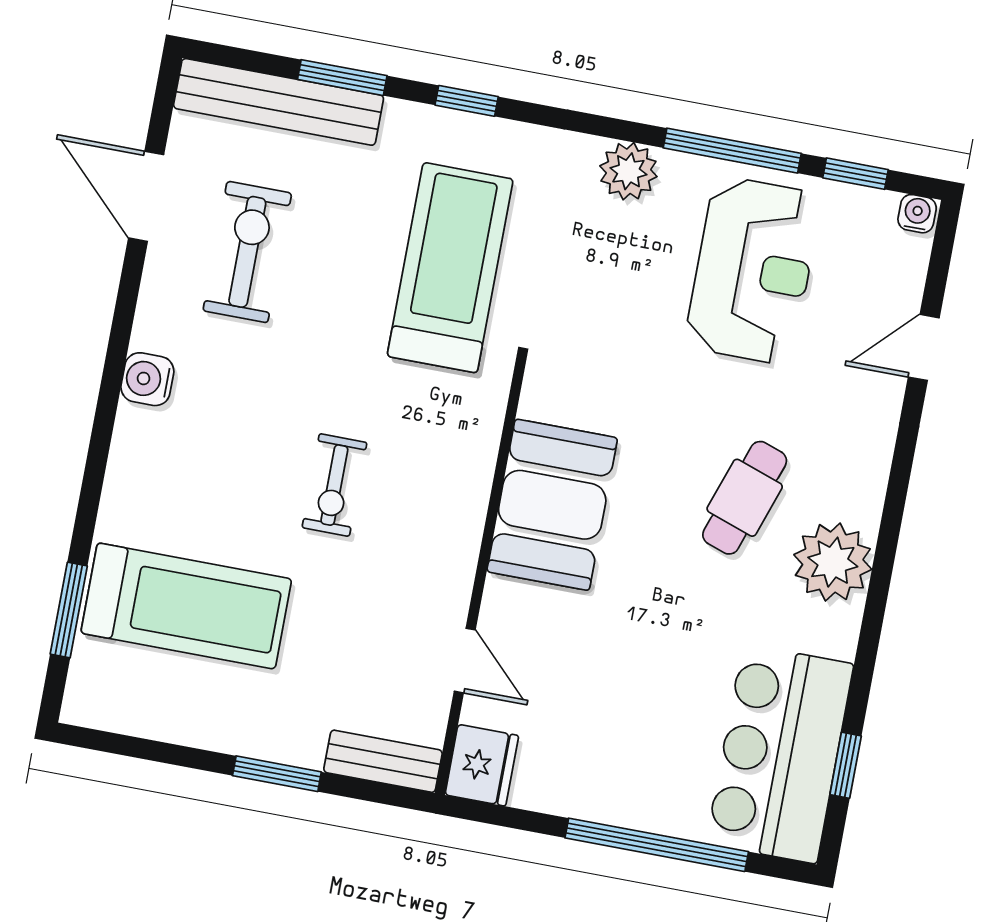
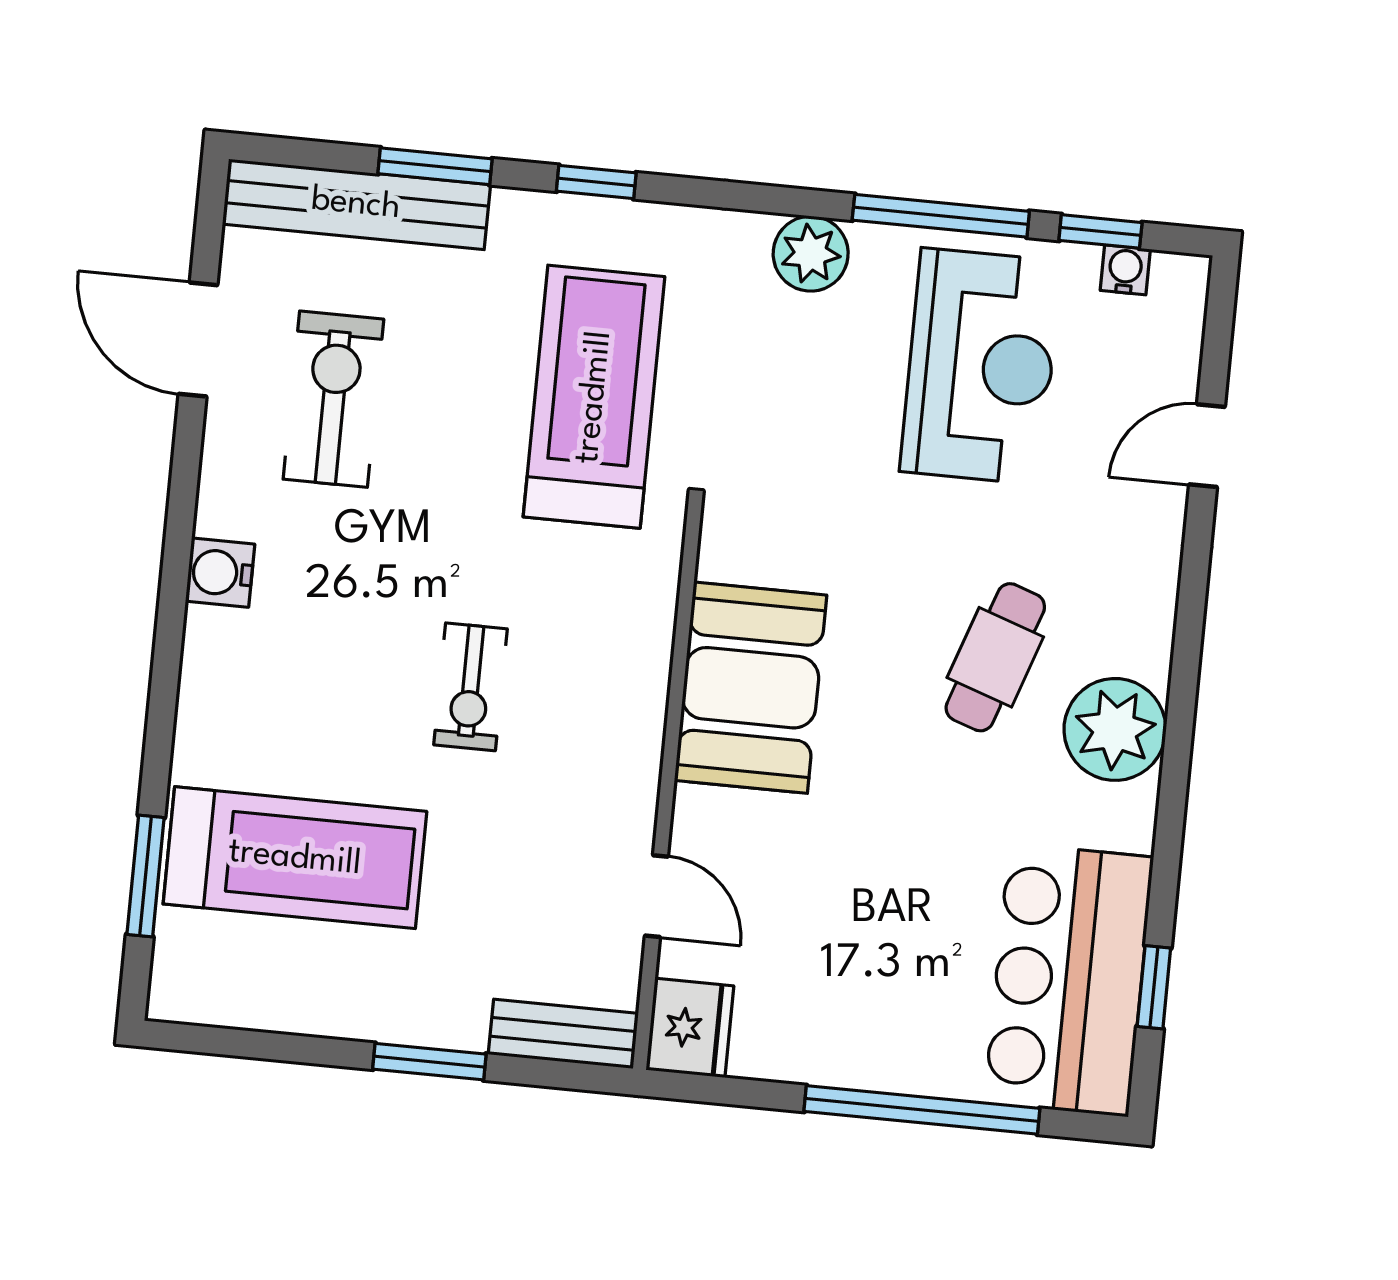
water cooler: (917, 214) -> (1125, 270), moved

